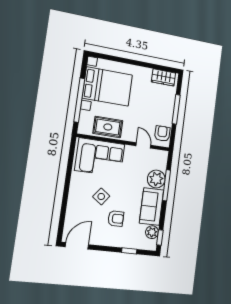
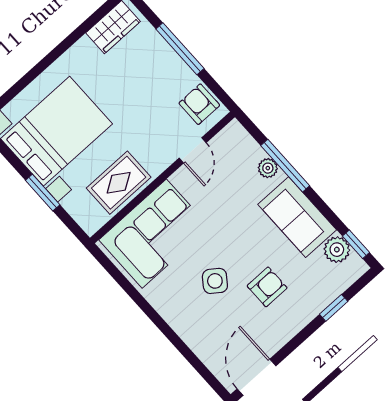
window: (79, 100) -> (43, 193), width x0.47
door: (143, 145) -> (193, 150), swing flipped
plant: (156, 179) -> (268, 168), width x0.53, depth x0.53

